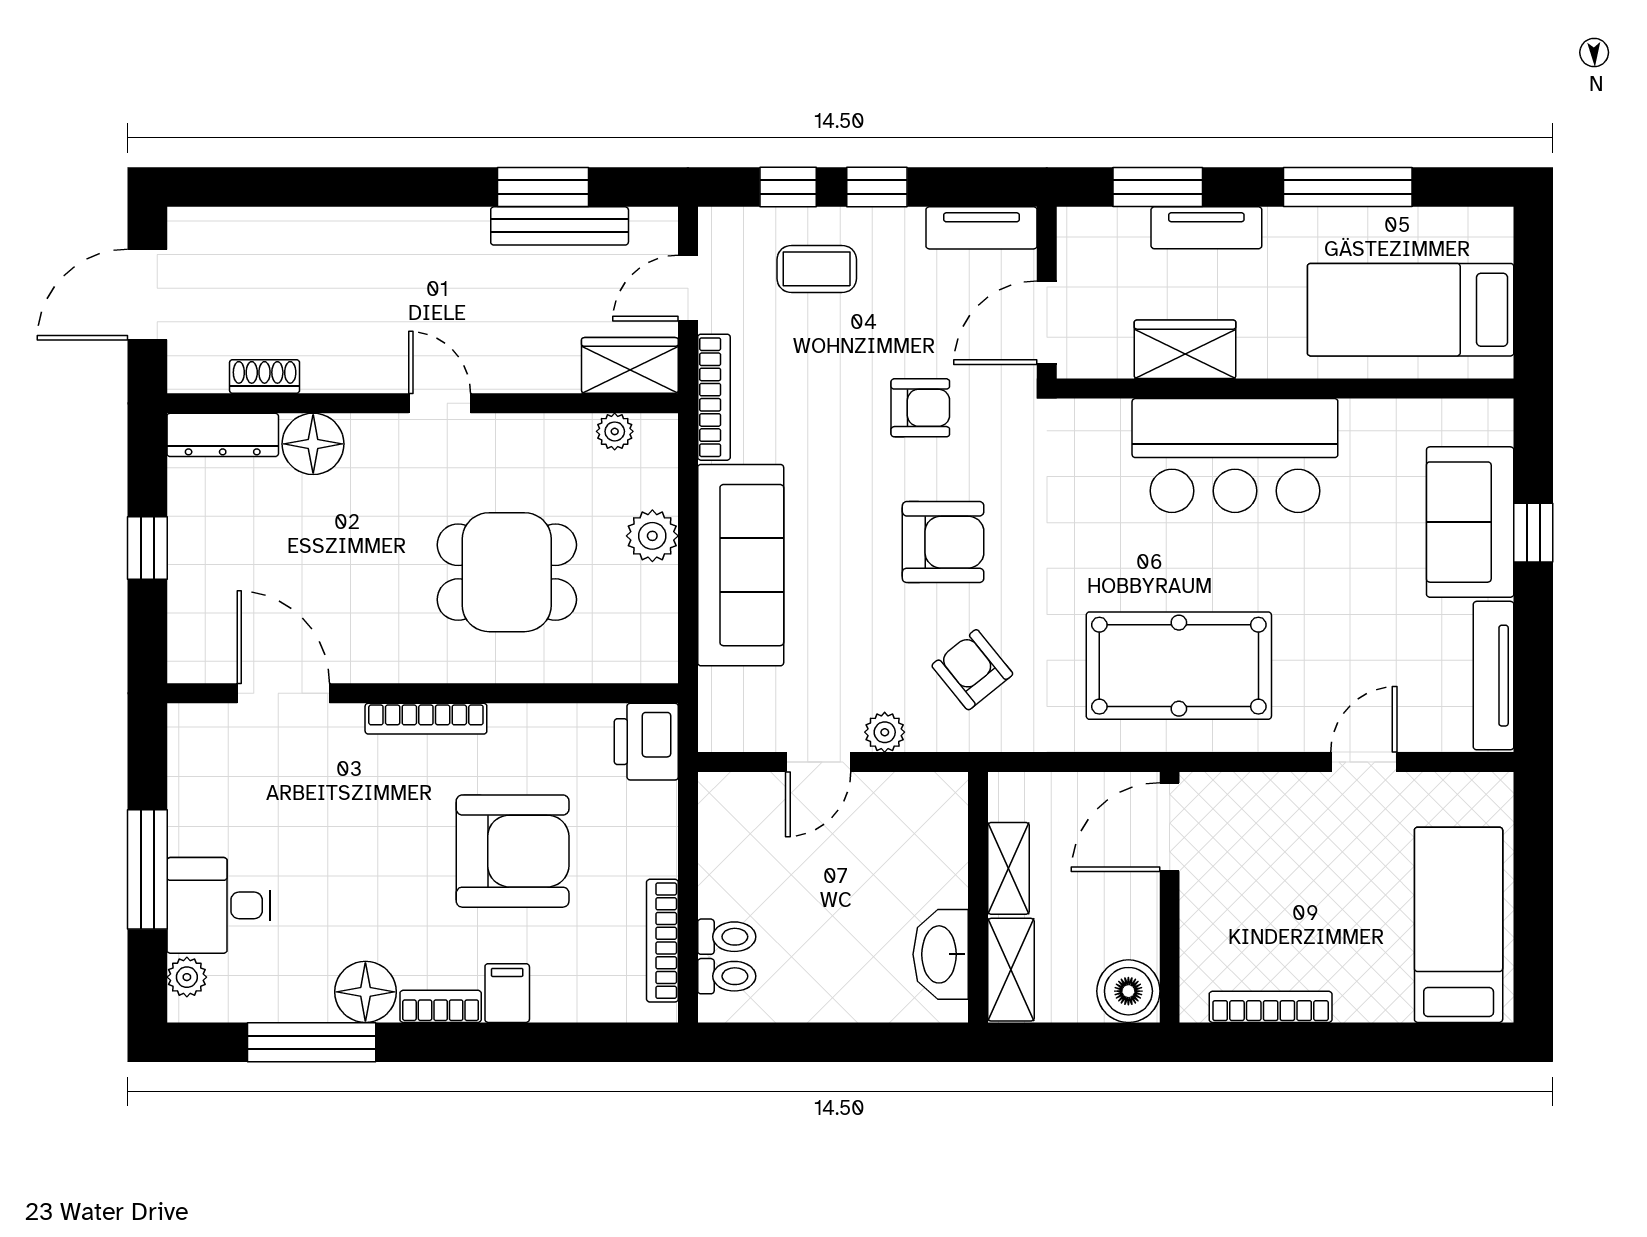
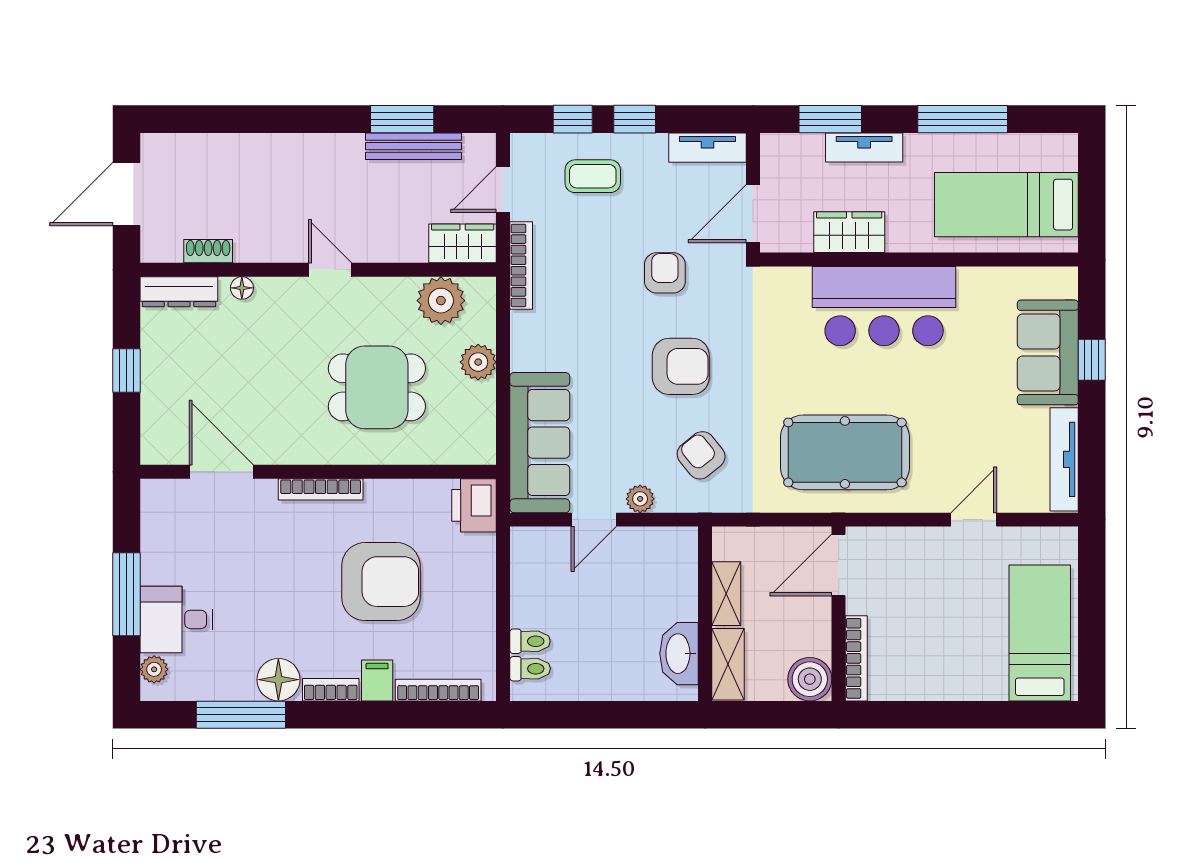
armchair: (920, 408) -> (665, 273), turned -90
plant: (615, 431) -> (441, 301), width x1.88, depth x1.88
floor lamp: (313, 444) -> (242, 288), width x0.53, depth x0.53
sofa: (741, 565) -> (540, 443), moved
bookcase: (662, 941) -> (438, 690), moved, turned 90
bookcase: (1271, 1007) -> (856, 658), moved, turned 90

